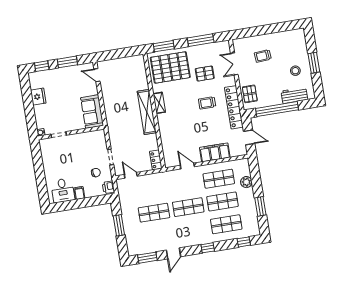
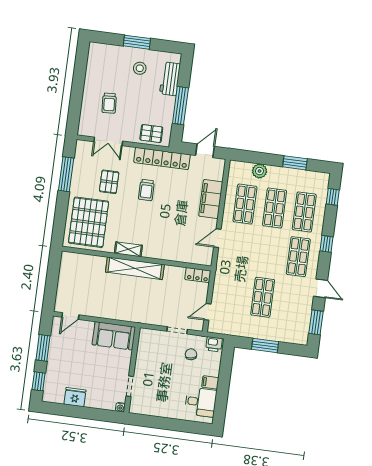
window: (164, 46) -> (60, 222), removed
window: (277, 109) -> (180, 106), width x0.68
shop shelf: (188, 207) -> (298, 257), moved

